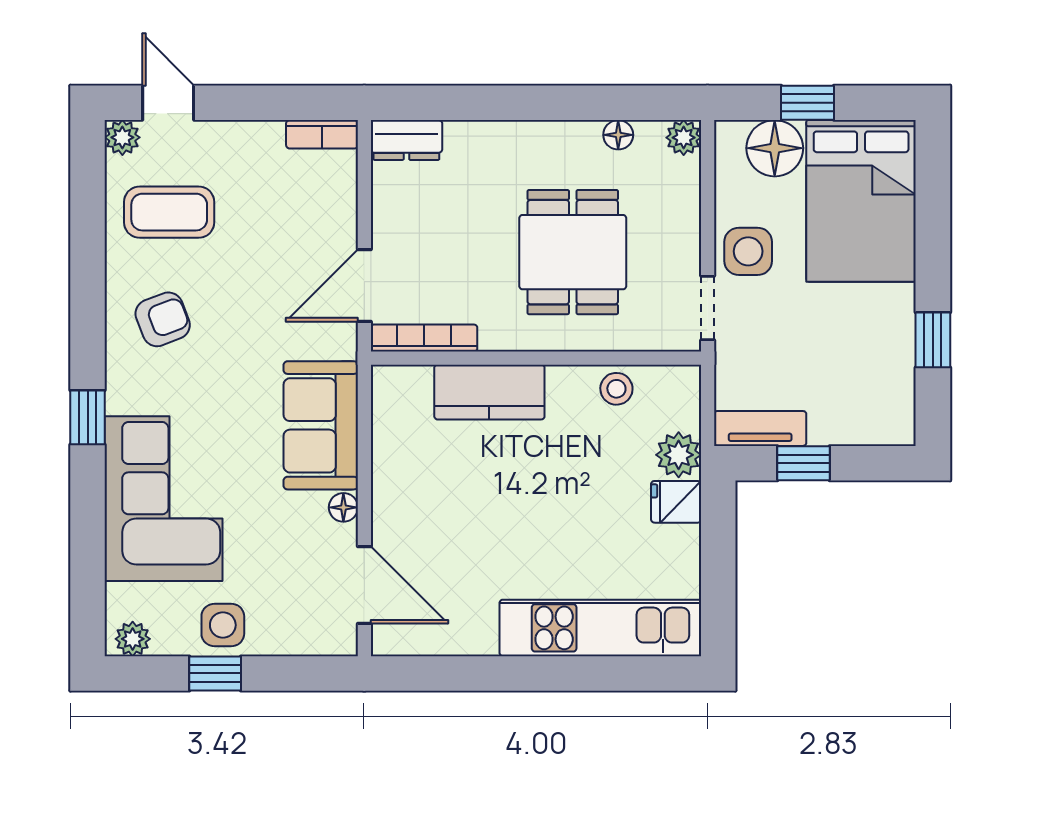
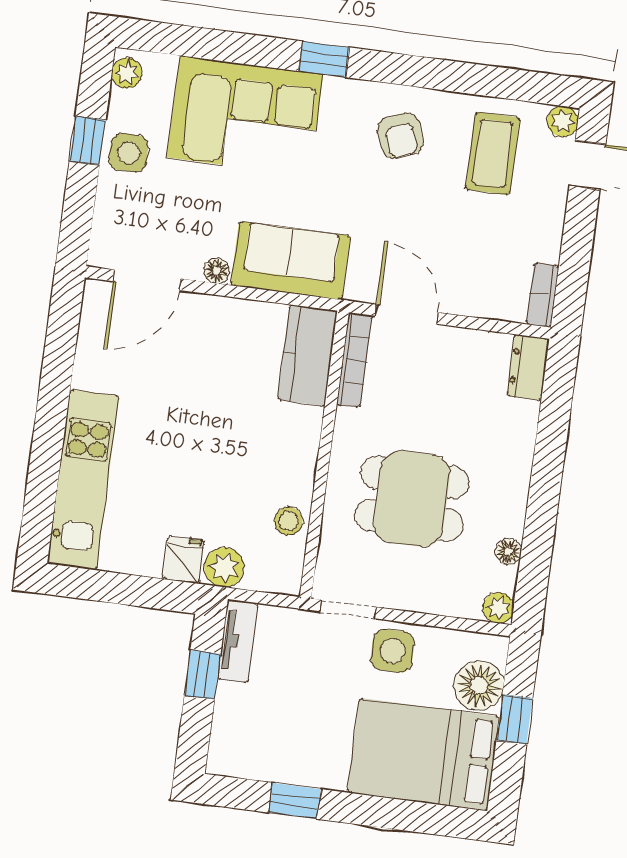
kitchen counter: (489, 392) -> (307, 355), moved

